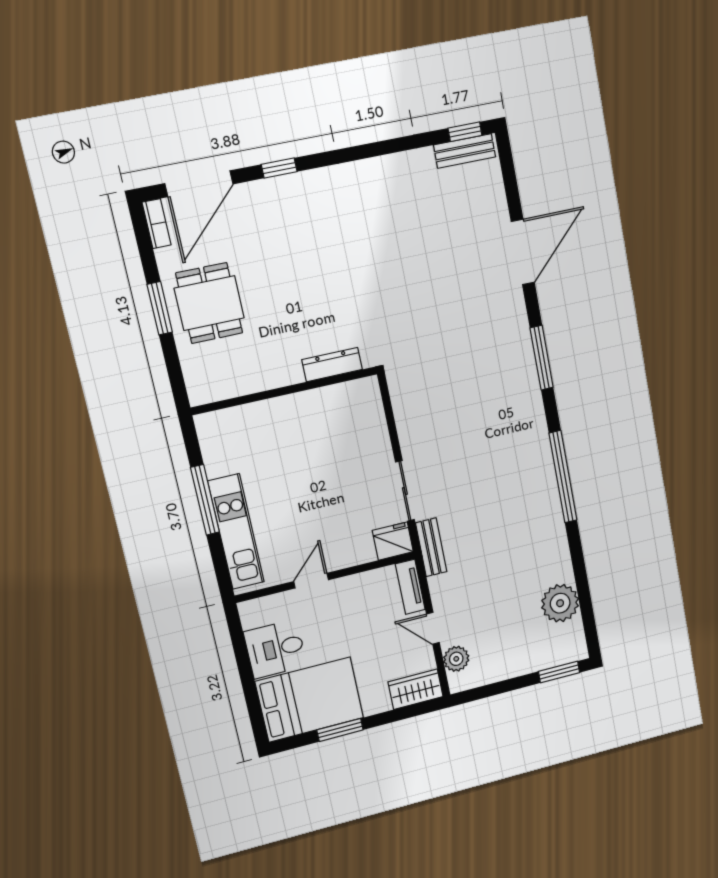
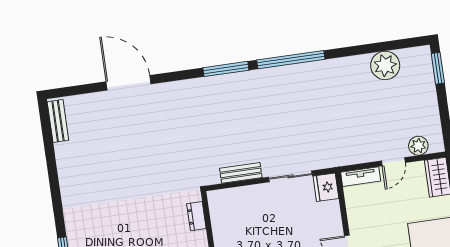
window: (465, 132) -> (45, 120), removed
window: (542, 358) -> (226, 69), moved
dresser: (332, 365) -> (196, 216), width x0.70
bench: (431, 547) -> (241, 173), moved

